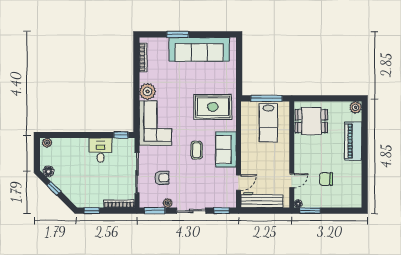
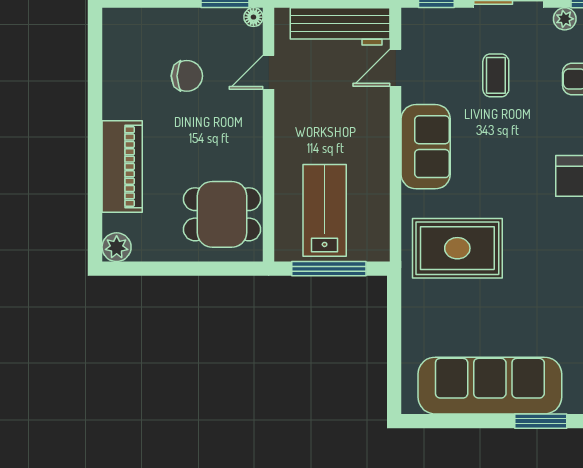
coffee table: (197, 150) -> (496, 75), moved

